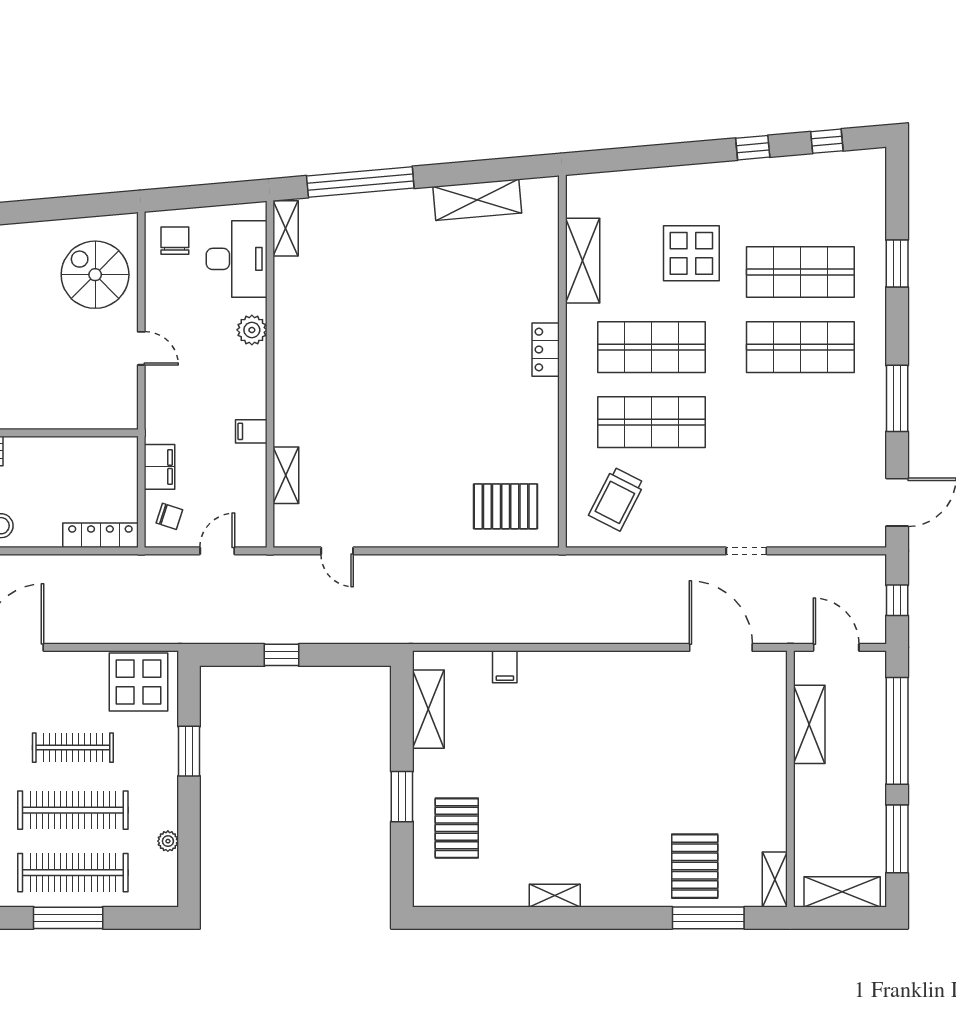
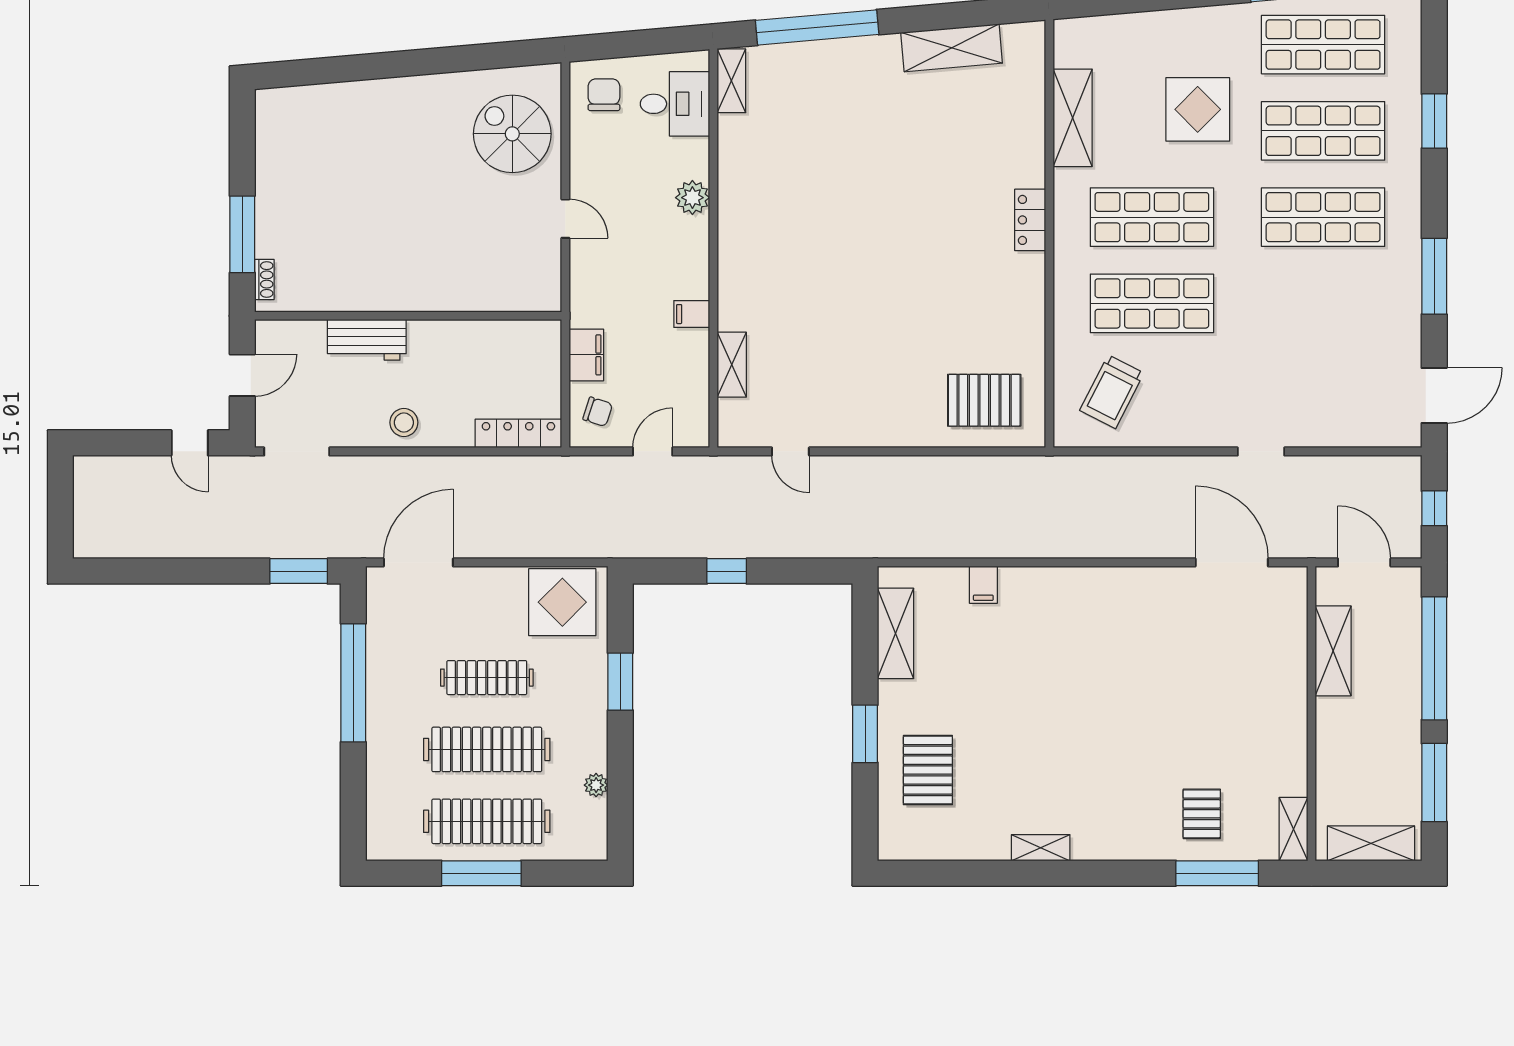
shop shelf: (800, 197) -> (1323, 45), added
desk: (237, 259) -> (675, 104), width x0.73
pallet: (695, 866) -> (1202, 814), width x0.67, depth x0.71

